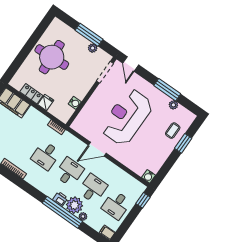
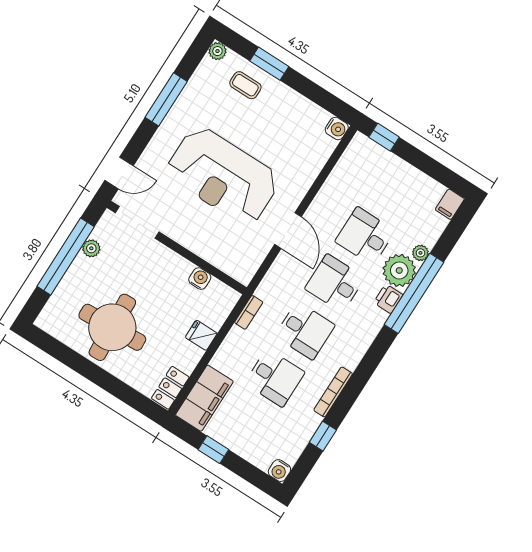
window: (89, 35) -> (66, 257), width x1.46
locker: (31, 94) -> (170, 388), moved
plant: (173, 105) -> (217, 51), moved
desk: (116, 205) -> (275, 378), moved

